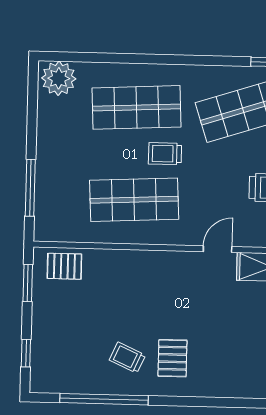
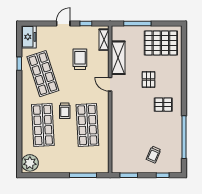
pallet: (64, 266) -> (149, 79), moved
trolley: (127, 358) -> (154, 155), moved

